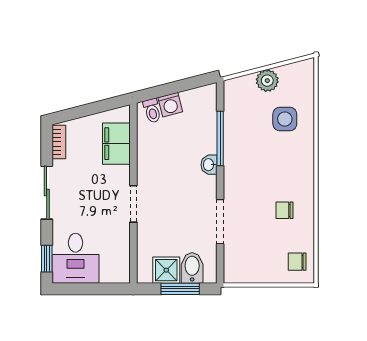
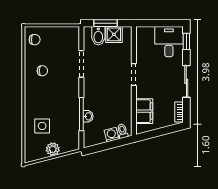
washbasin: (209, 165) -> (88, 116), moved

